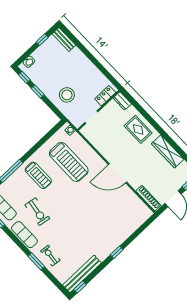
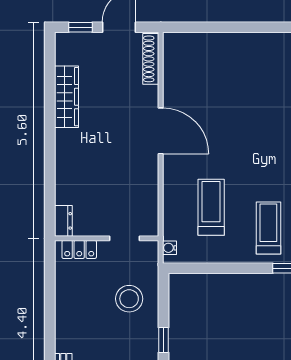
rug: (138, 129) -> (78, 163), removed
treadmill: (69, 162) -> (211, 207), width x0.73, depth x0.73
window: (117, 252) -> (261, 27), removed

